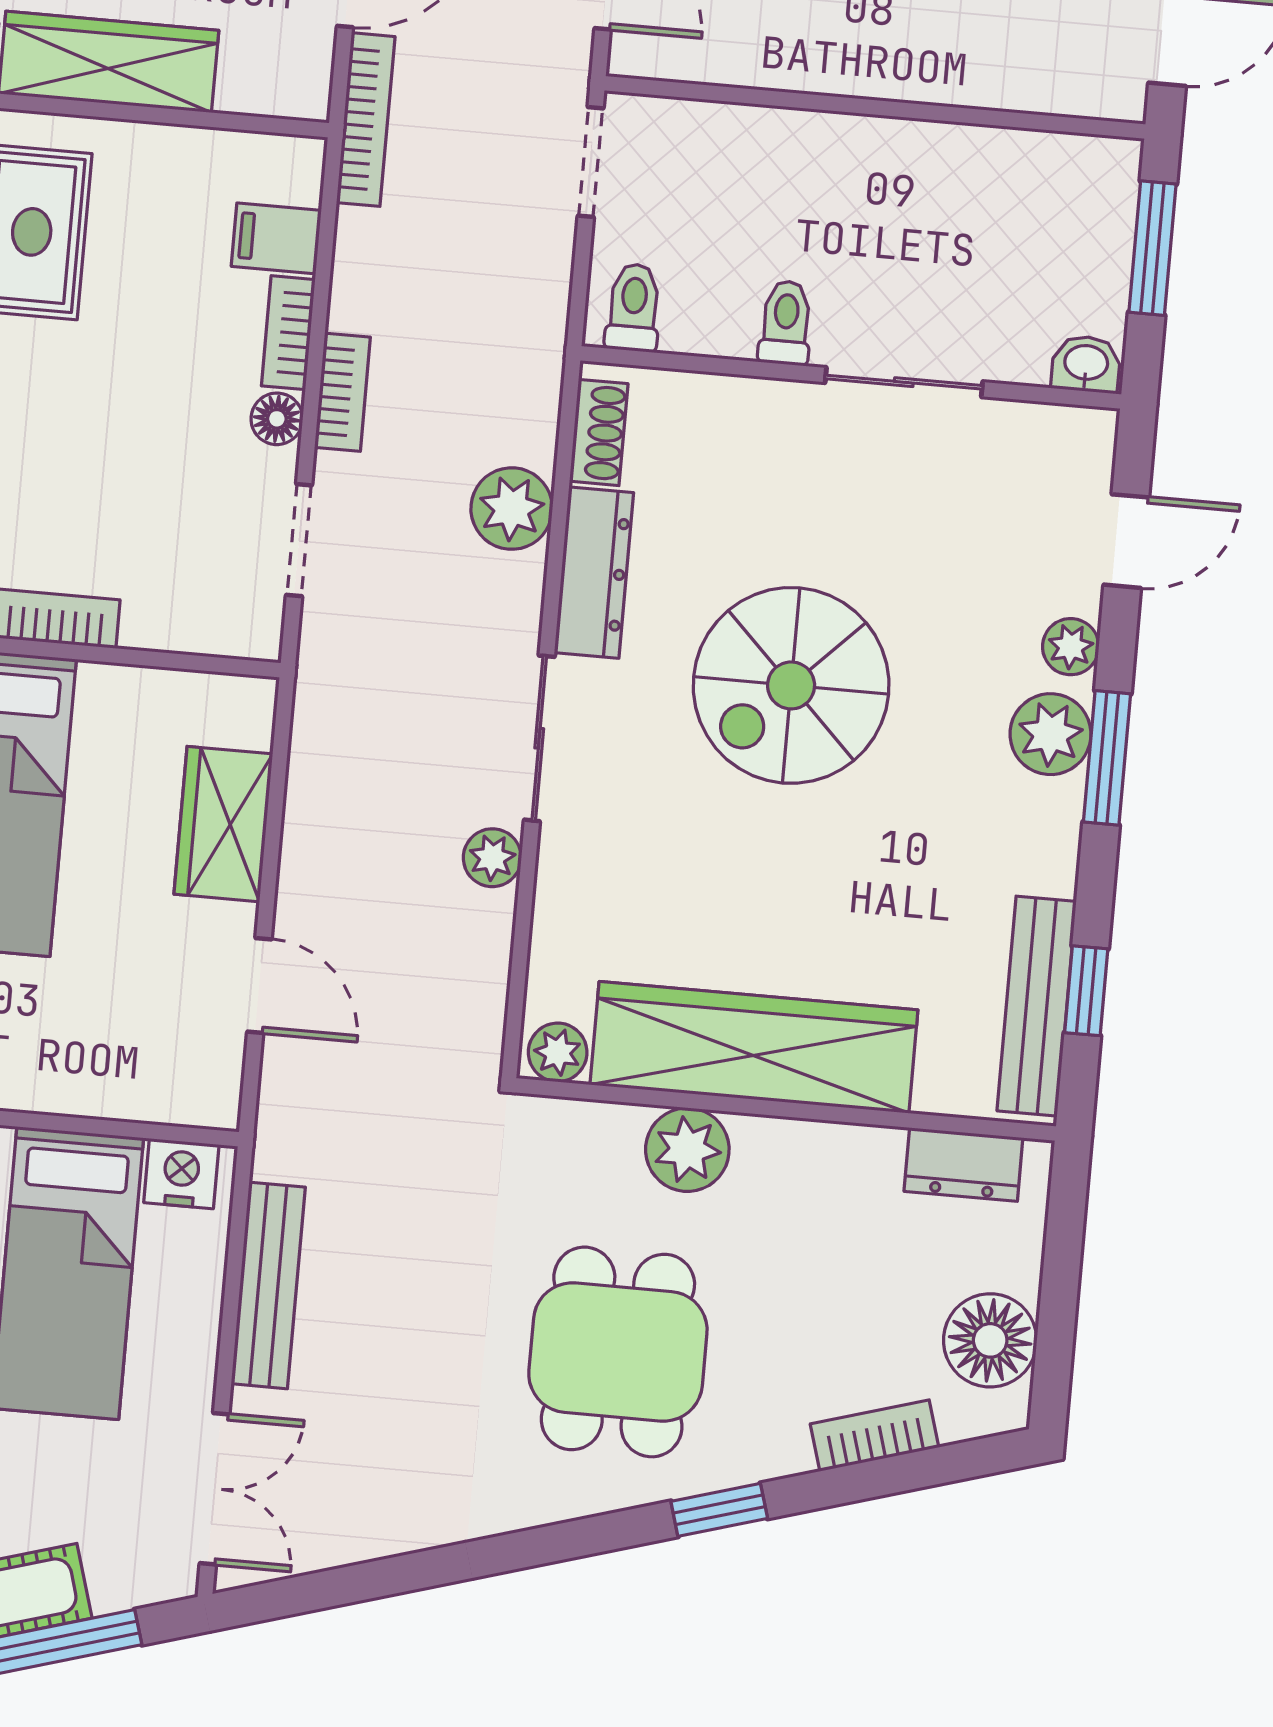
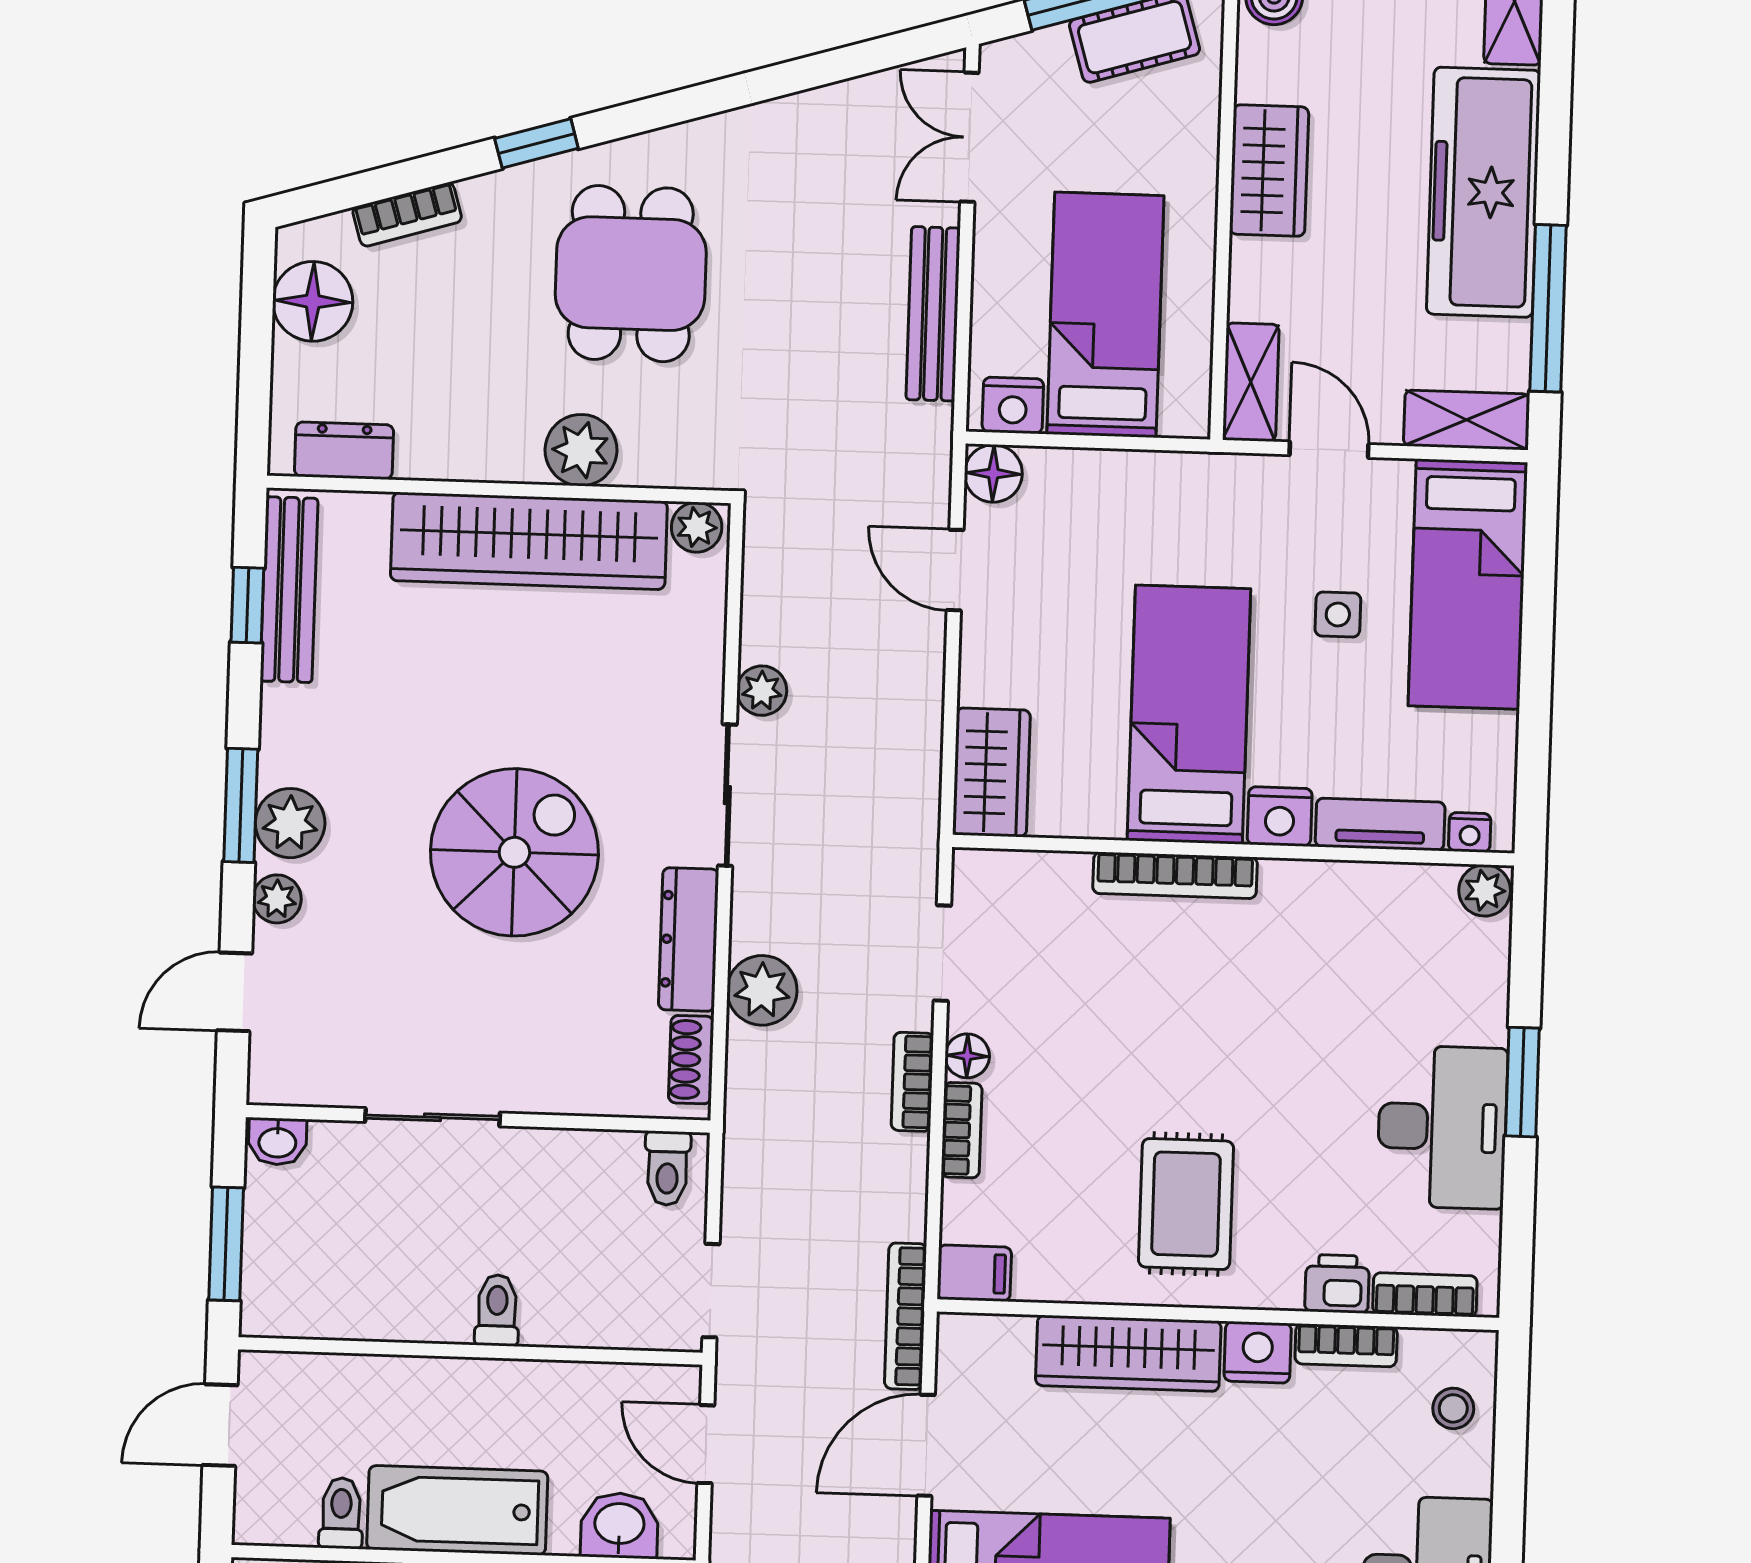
filing cabinet: (276, 238) -> (974, 1273), moved
toilet: (786, 323) -> (497, 1310), moved, turned 180
wardrobe: (223, 824) -> (991, 772), moved
floor lamp: (209, 1096) -> (993, 473), added

